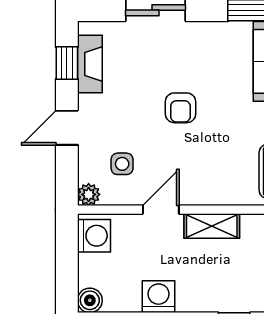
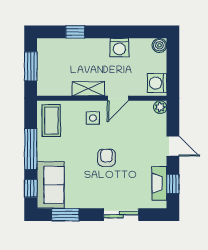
door: (67, 128) -> (173, 146), hinge flipped
side table: (122, 164) -> (93, 118), moved

